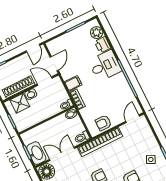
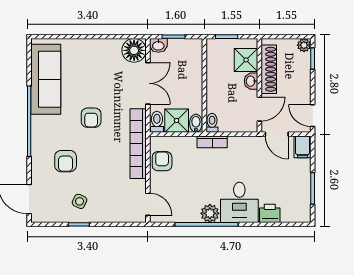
plant: (97, 33) -> (210, 213), moved
filing cabinet: (73, 83) -> (303, 147), moved
shower: (75, 126) -> (177, 121), added
washbasin: (36, 153) -> (158, 45), width x0.52, depth x0.69

